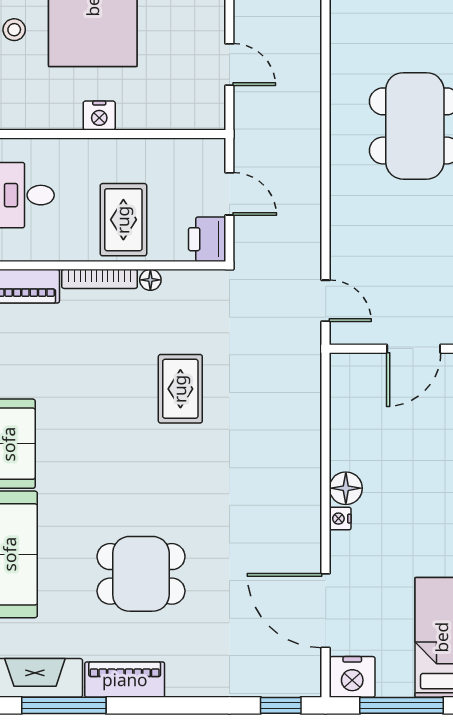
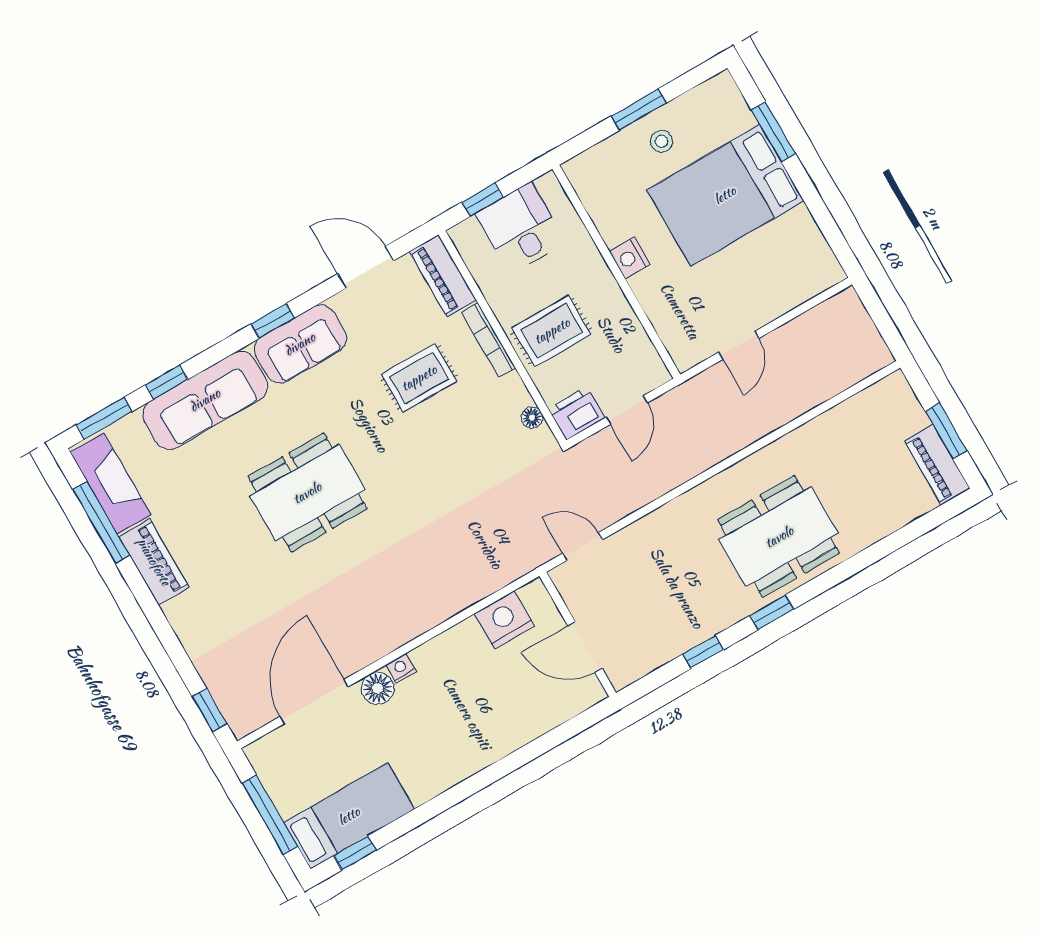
floor lamp: (150, 280) -> (532, 418), moved
door: (326, 301) -> (583, 547), swing flipped
rug: (180, 389) -> (419, 378), moved
floor lamp: (346, 488) -> (378, 688), moved
dining table: (141, 574) -> (307, 493), moved, width x1.38
nightstand: (352, 677) -> (504, 620), moved, turned 90

